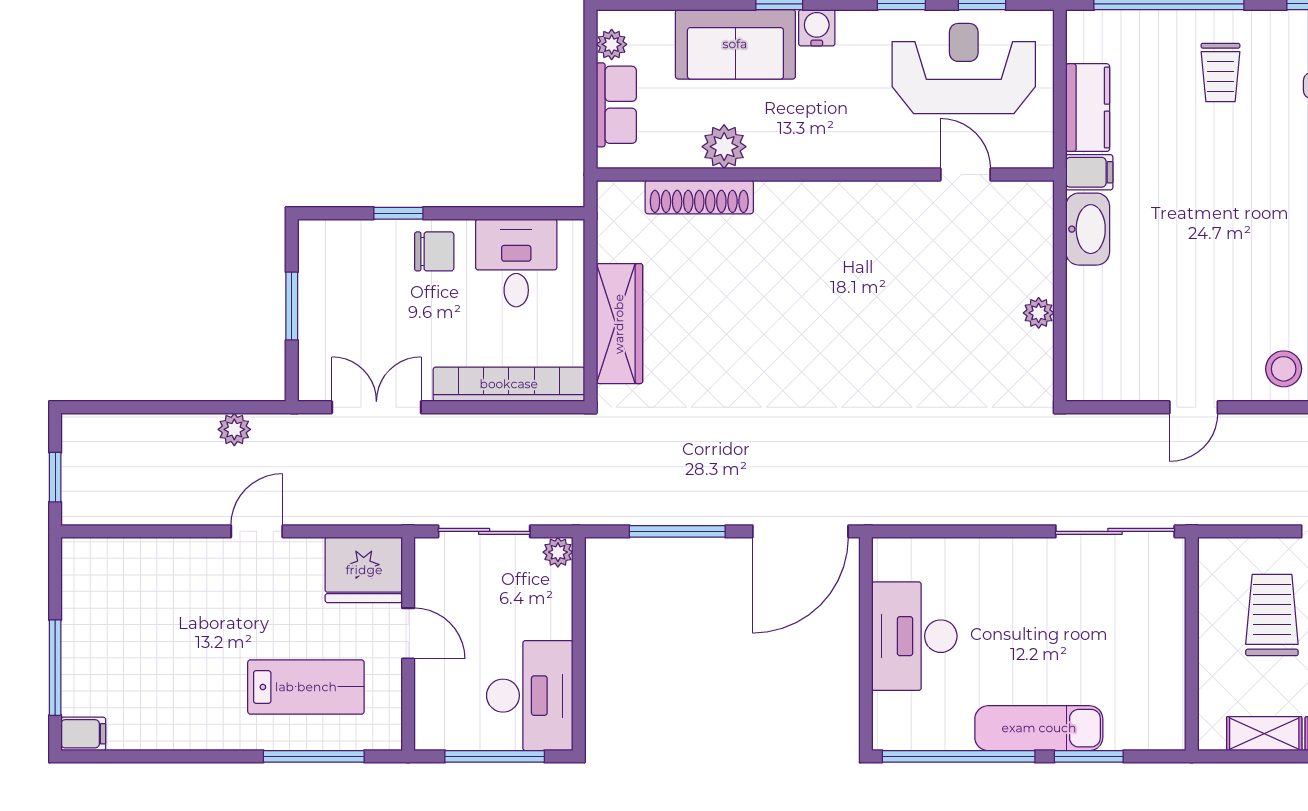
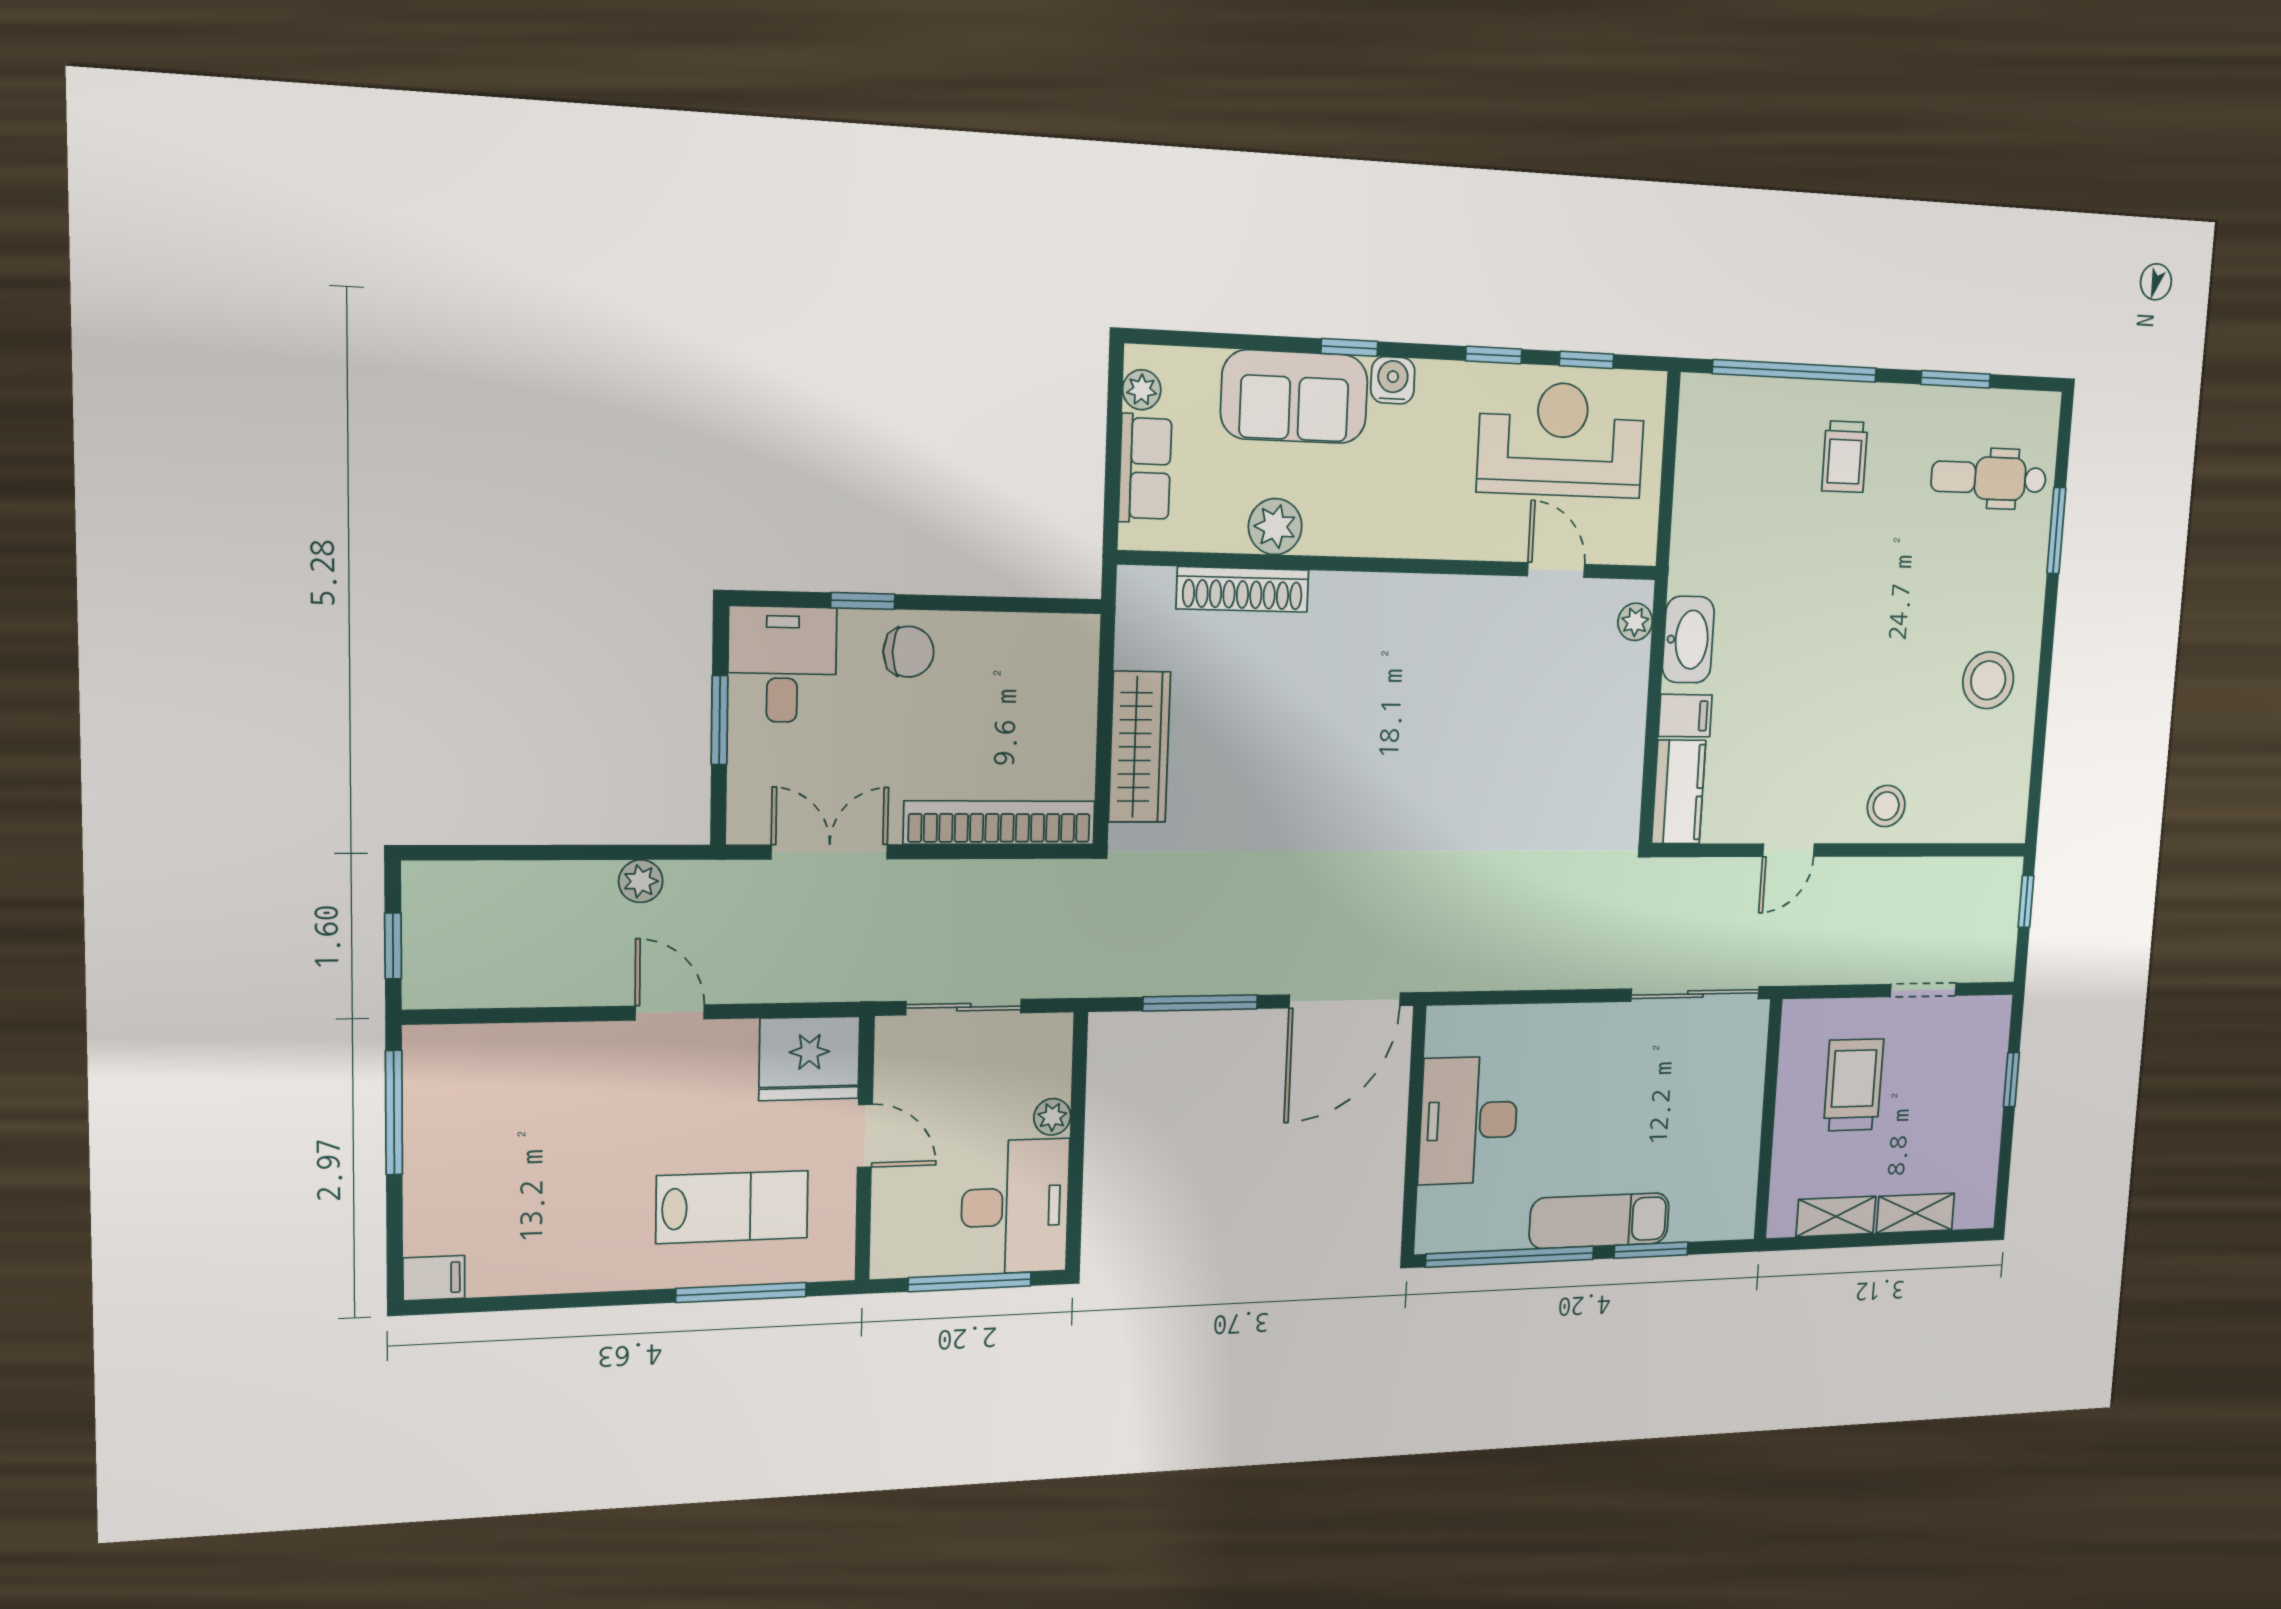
kitchen counter: (1088, 108) -> (1679, 792), moved
filing cabinet: (1089, 172) -> (1685, 716), moved
desk: (516, 263) -> (782, 664), moved
plant: (1039, 313) -> (1635, 622), moved
door: (257, 531) -> (670, 1012), hinge flipped
plant: (558, 552) -> (1052, 1117), moved
window: (55, 668) -> (394, 1113), moved

